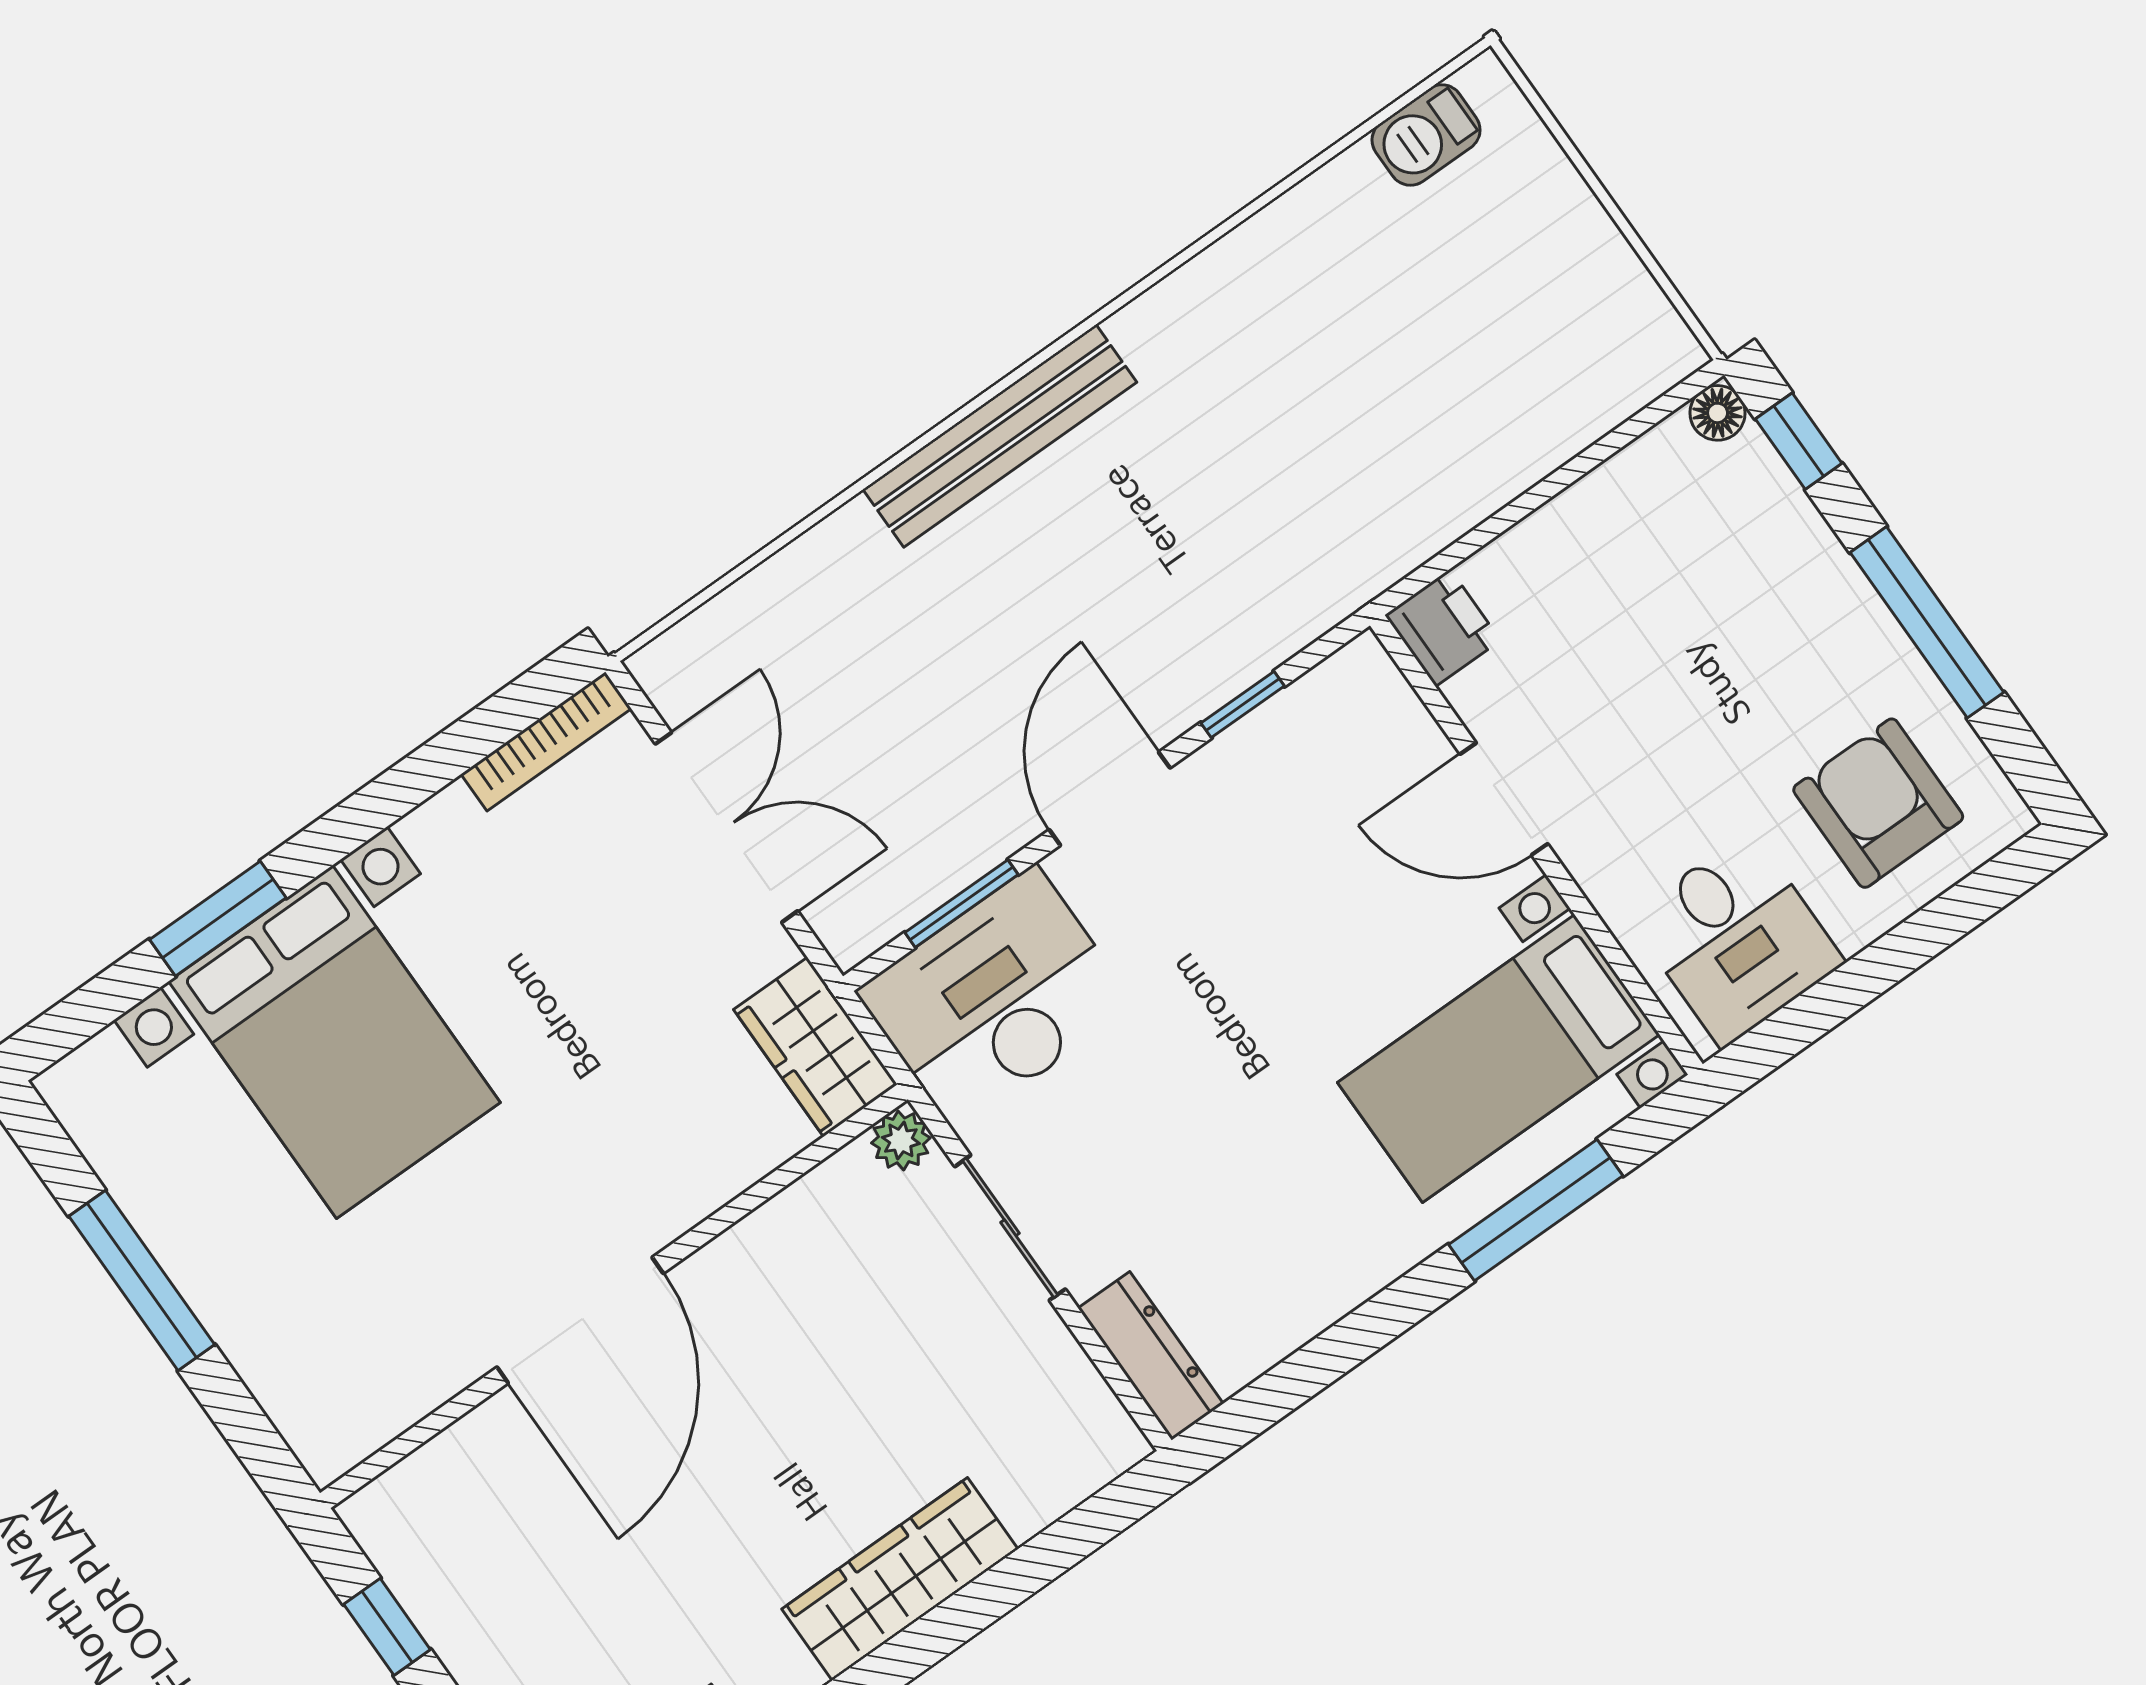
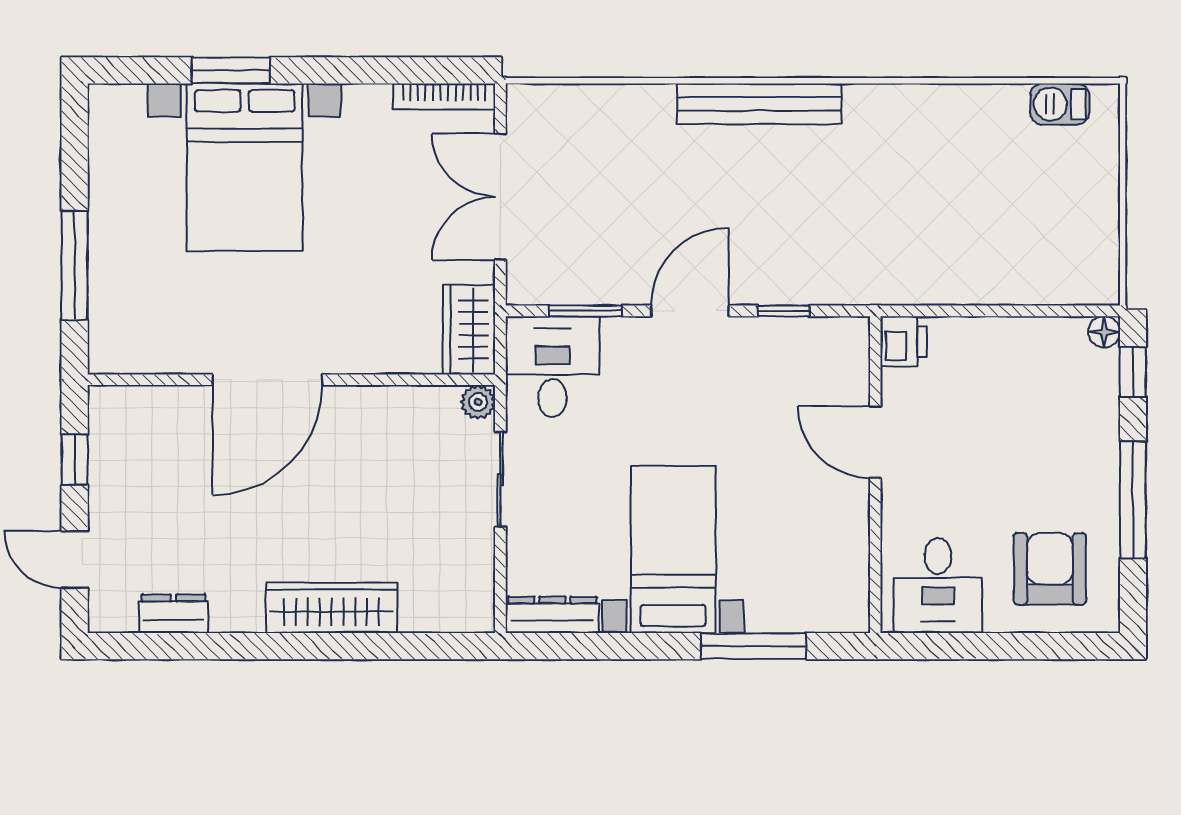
double door: (727, 827) -> (500, 197), swing flipped
desk: (995, 998) -> (552, 367), width x0.73
bed with nightstands: (1499, 1058) -> (673, 549), moved, turned 90
window: (142, 1280) -> (75, 265), moved
dresser: (1151, 1356) -> (552, 615), moved, turned -90

